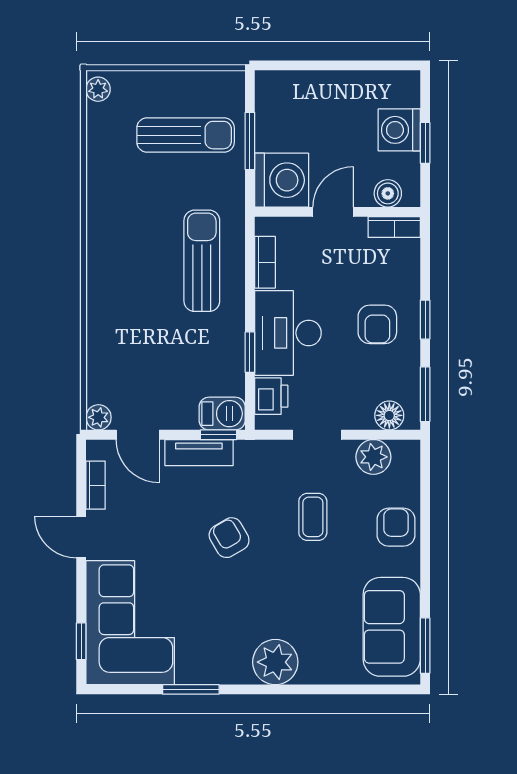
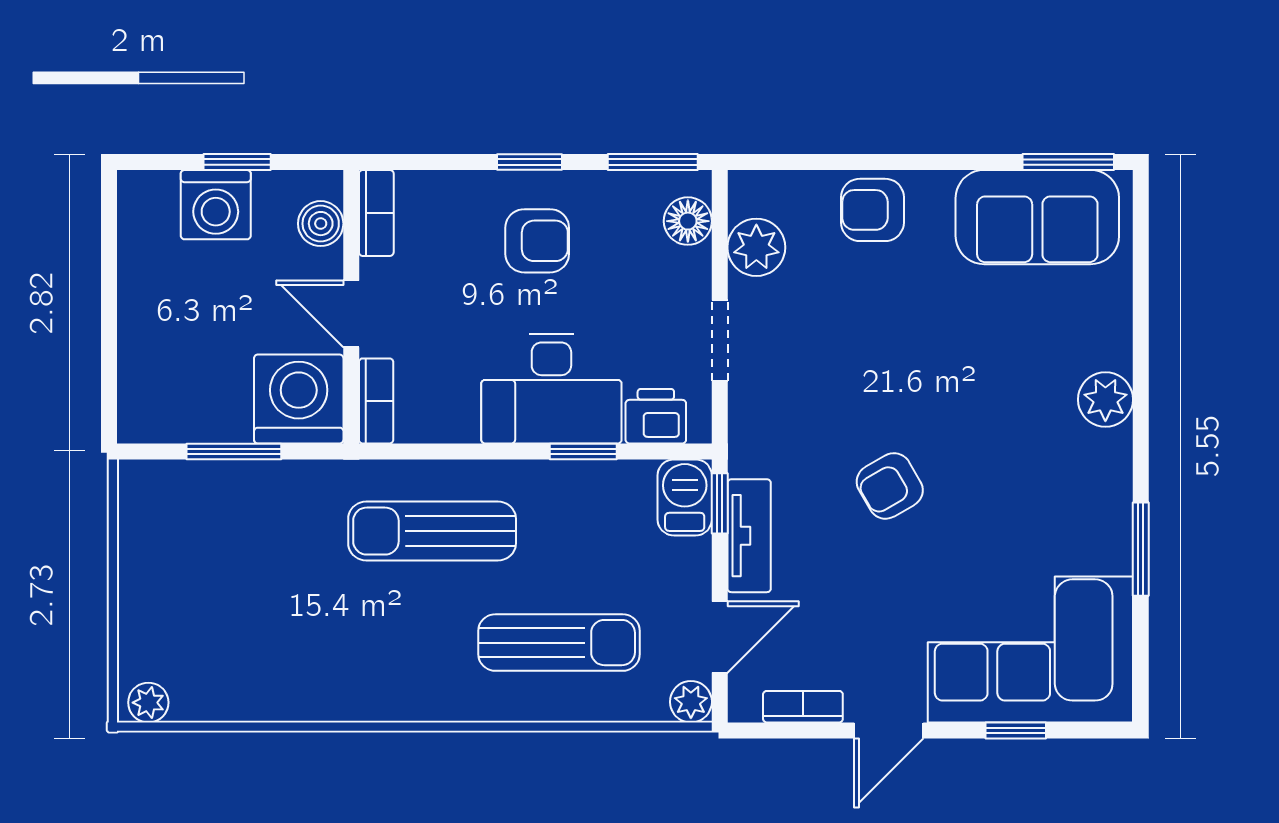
sun lounger: (186, 135) -> (559, 643), moved, turned 90
bookcase: (265, 262) -> (376, 401), moved, turned 90
coffee table: (313, 517) -> (855, 347), removed
window: (81, 641) -> (1016, 731), moved
plant: (275, 662) -> (1105, 400), width x0.73, depth x0.73

